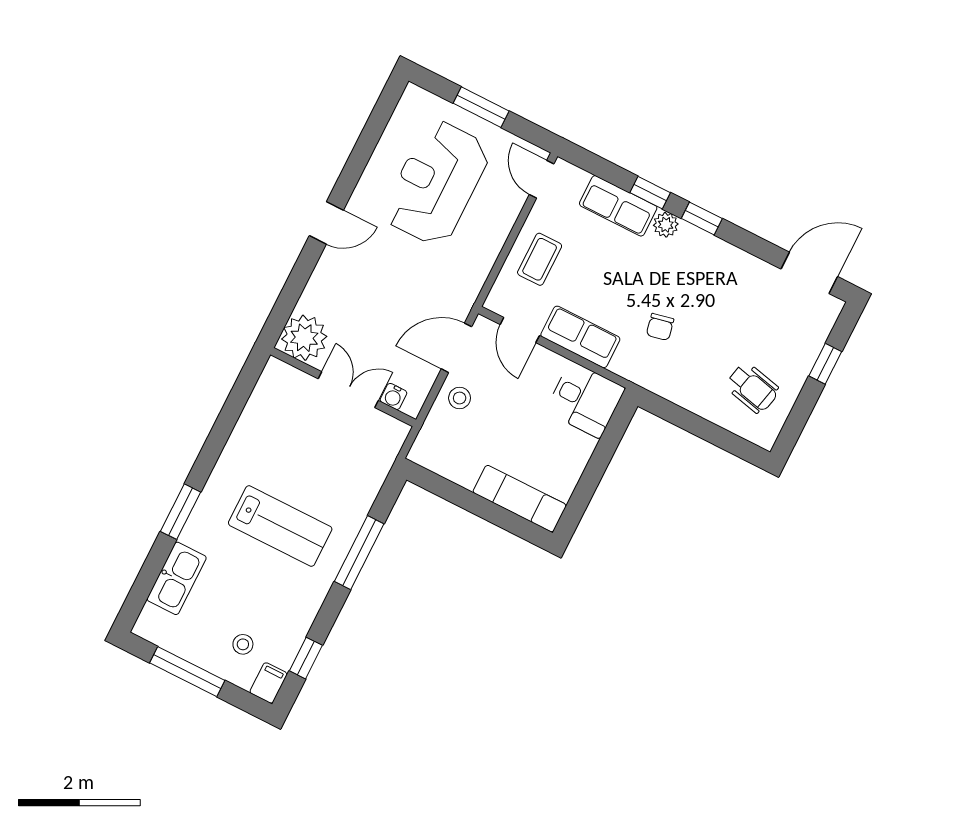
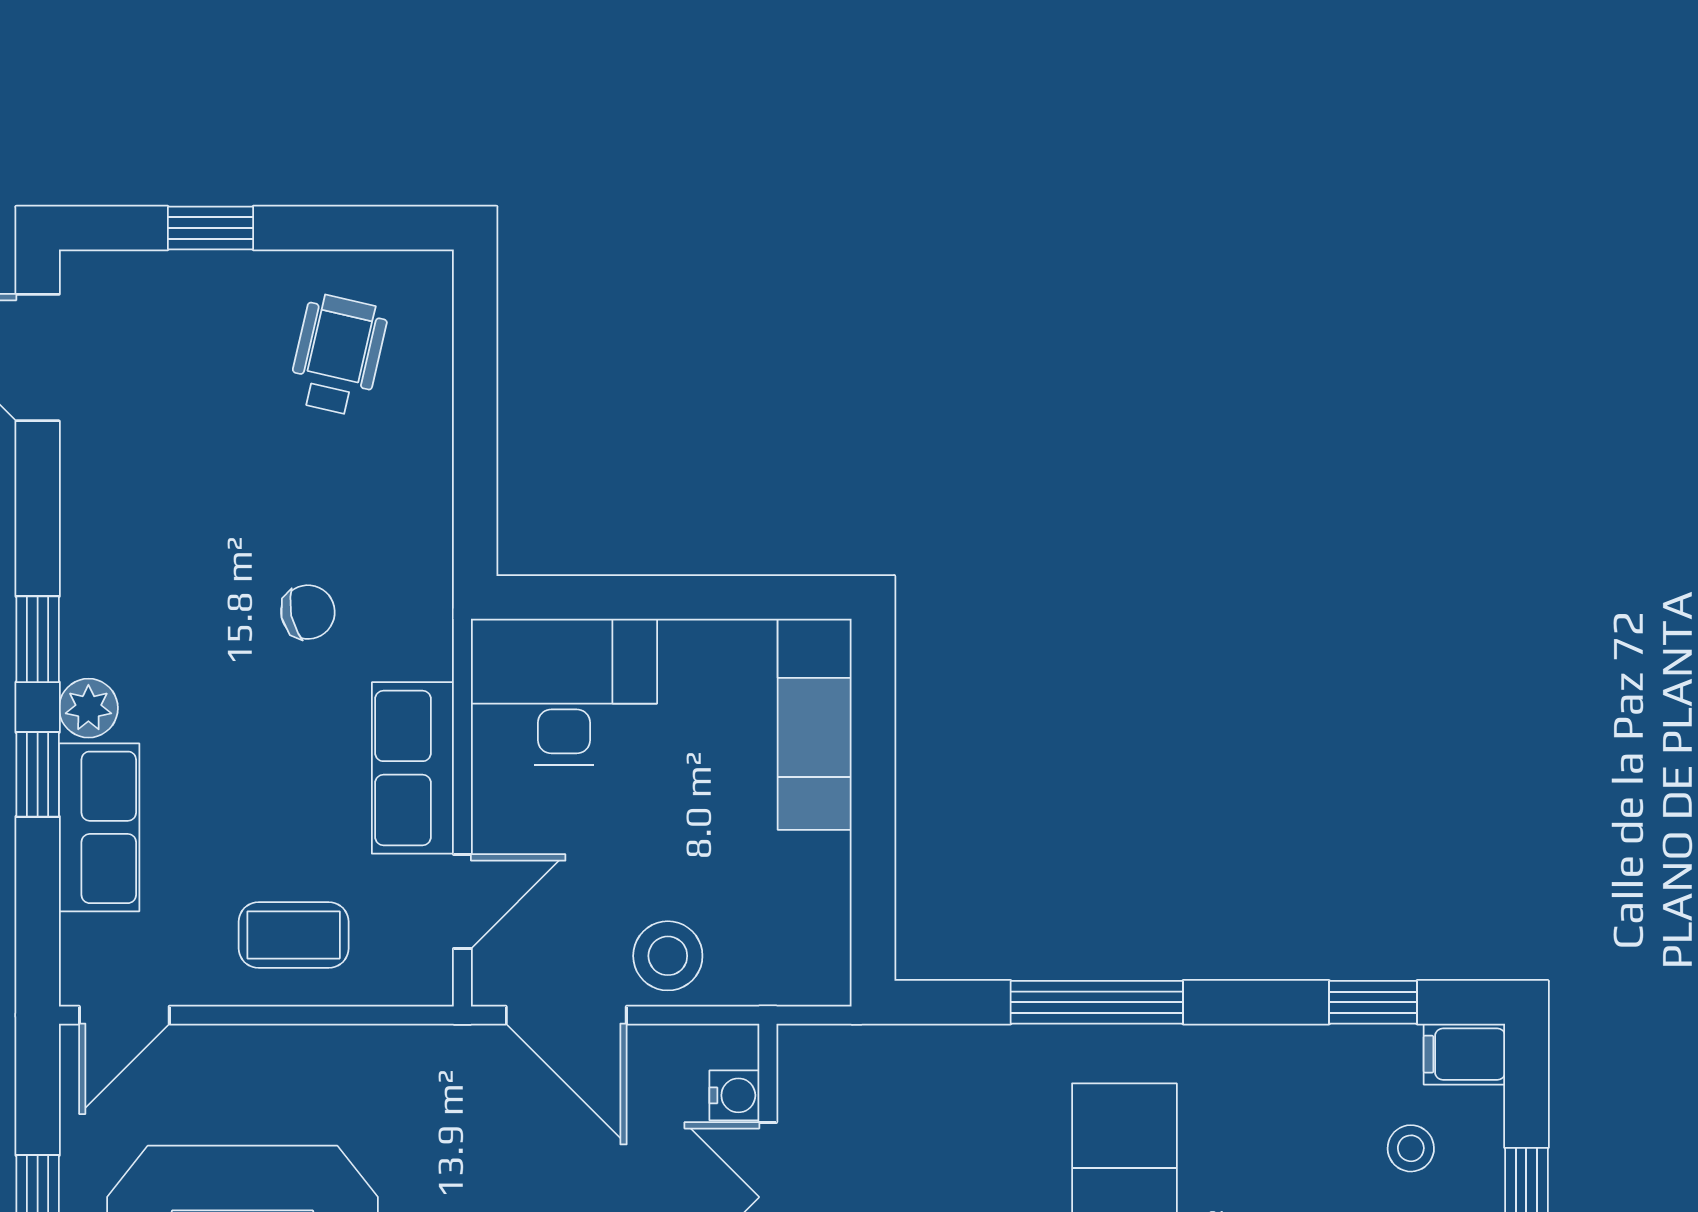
stool: (460, 398) -> (668, 956), width x1.37, depth x1.37
desk: (585, 400) -> (564, 692), width x1.37

